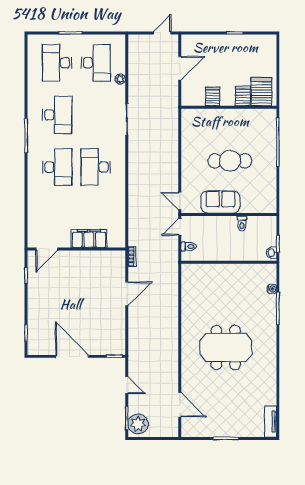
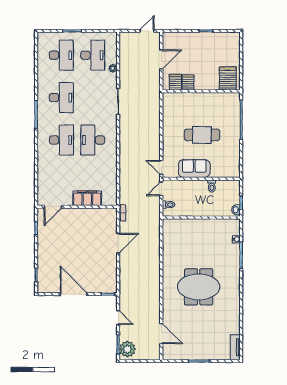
desk: (57, 63) -> (61, 55), turned 180
server rack: (243, 96) -> (175, 82), moved

